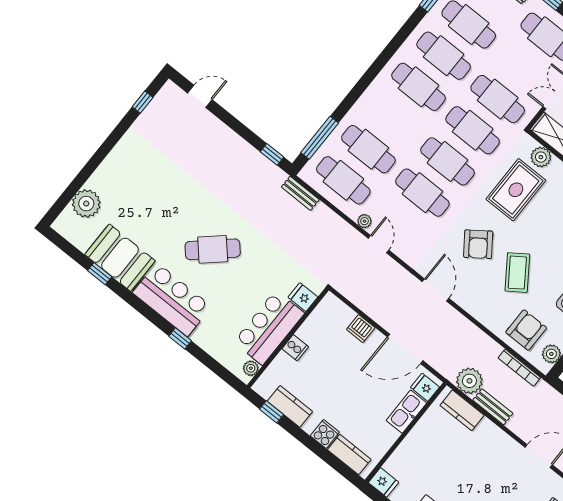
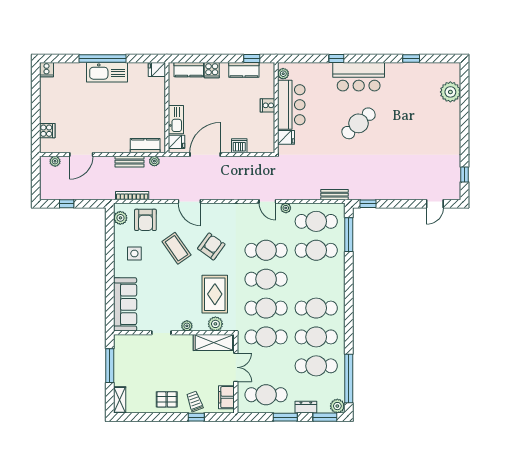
armchair: (478, 244) -> (211, 246), turned 72
booth: (120, 258) -> (407, 77), removed
door: (436, 290) -> (189, 201), moved
plant: (469, 381) -> (154, 161), width x0.53, depth x0.53

